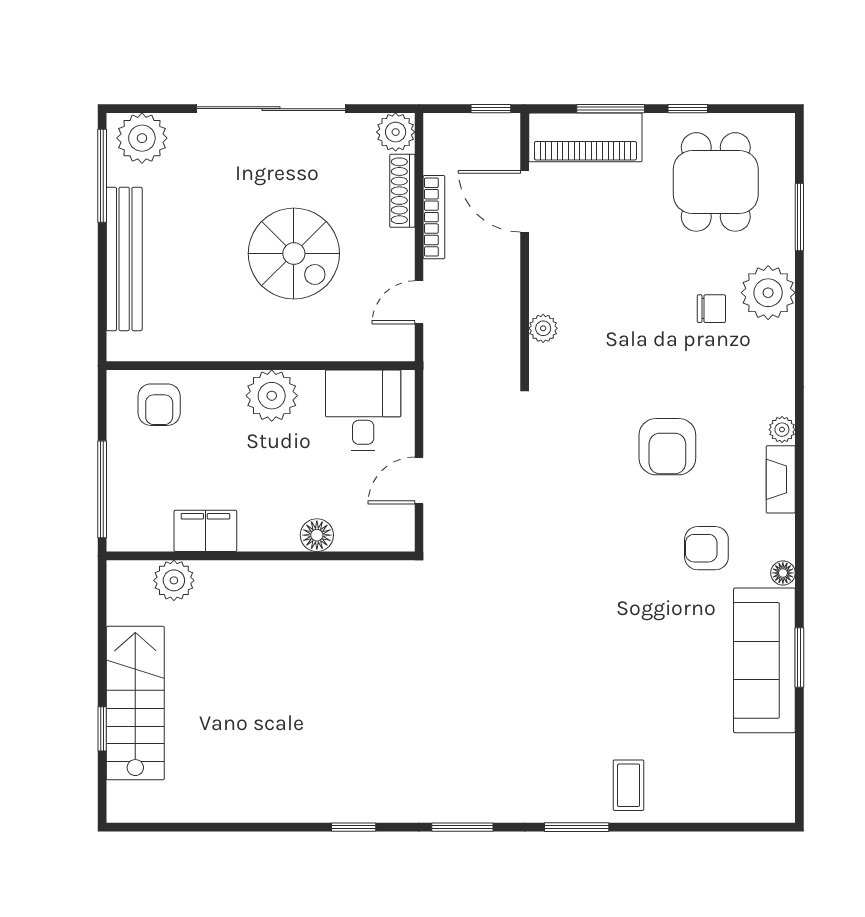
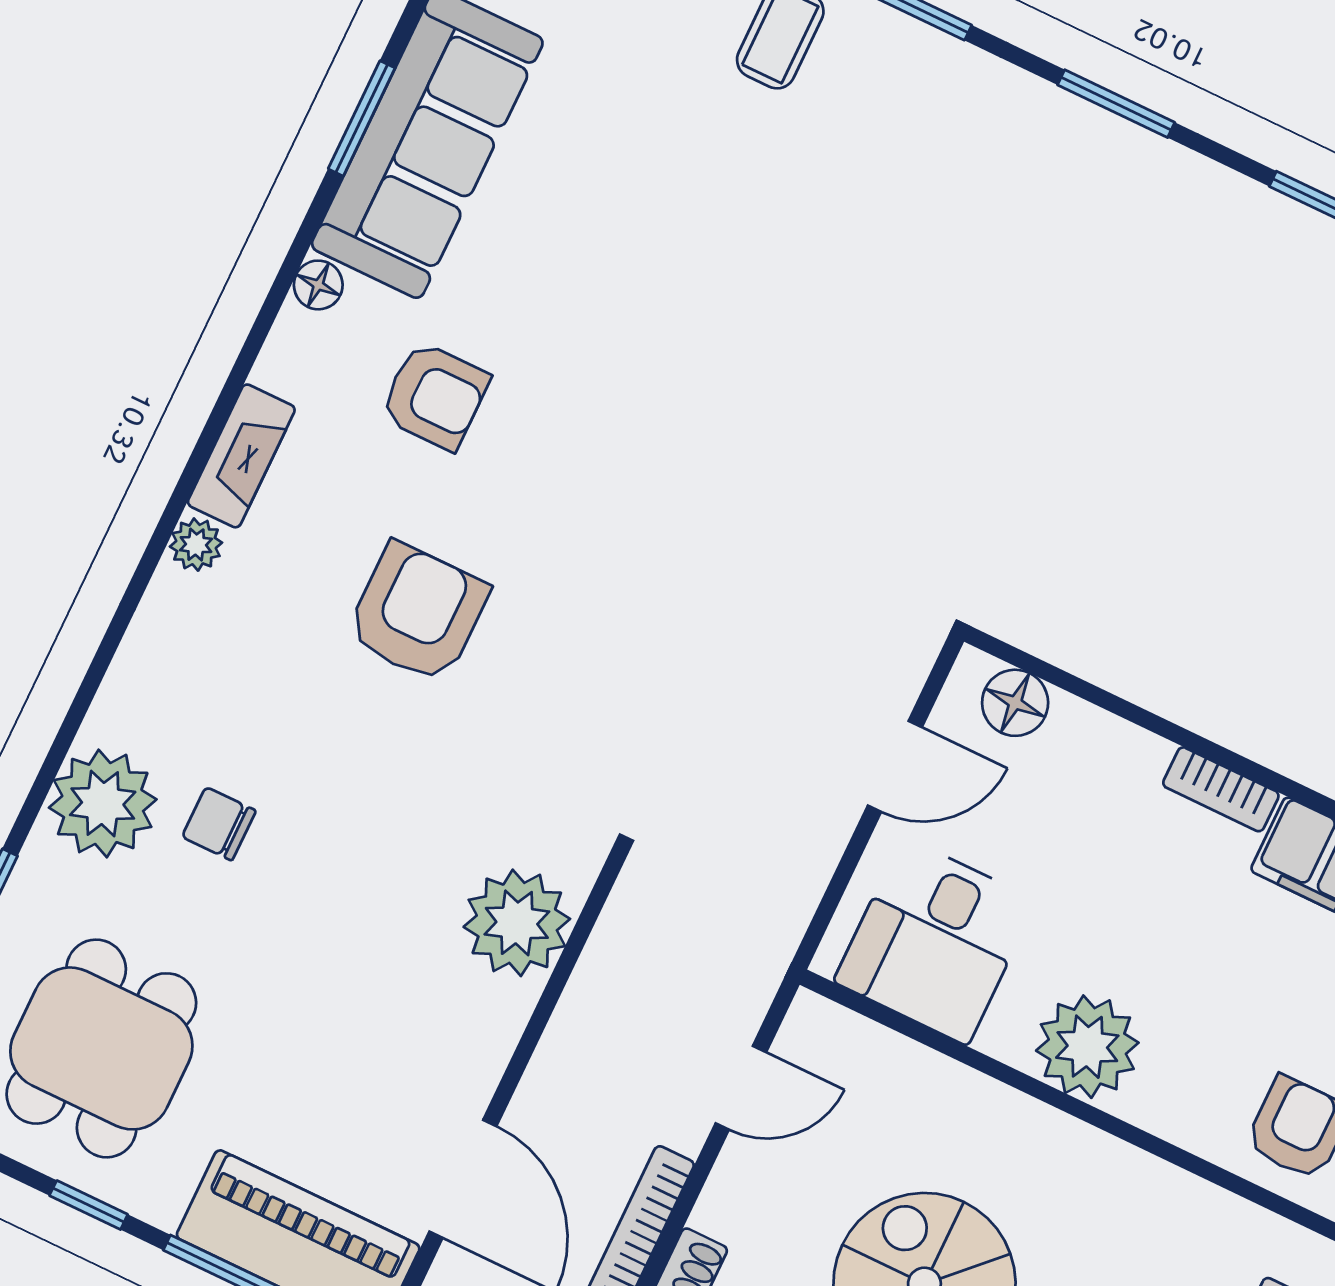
plant: (543, 328) -> (517, 923), width x1.88, depth x1.88
floor lamp: (317, 535) -> (1015, 703), moved
bookcase: (267, 541) -> (1221, 789), added

